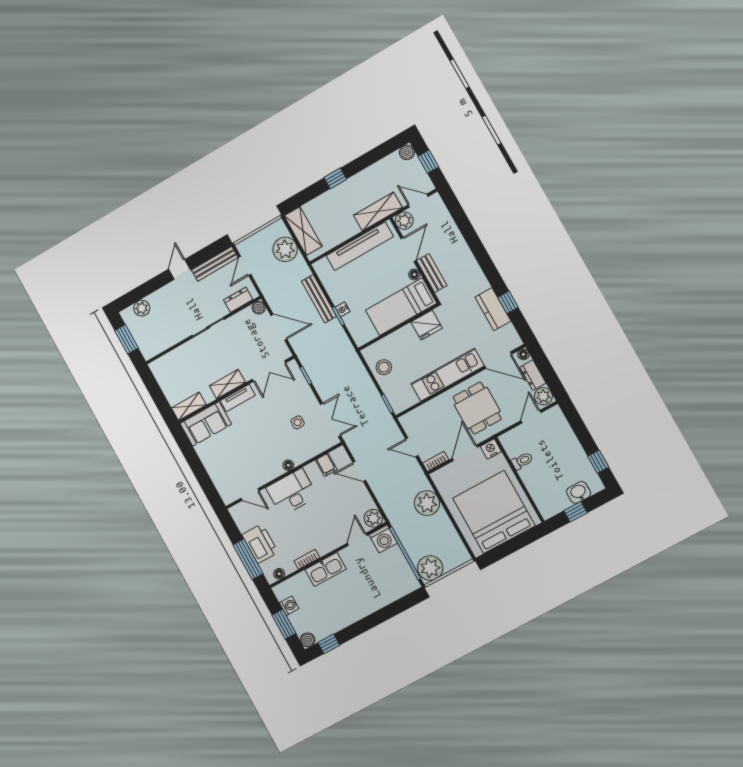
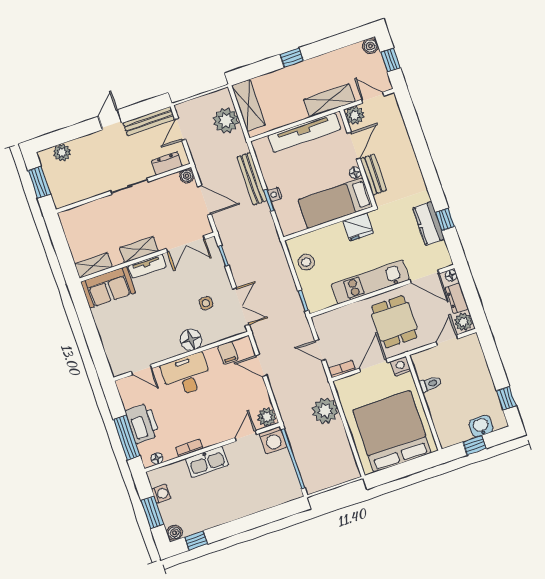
floor lamp: (288, 465) -> (191, 340), width x1.89, depth x1.89
plant: (430, 568) -> (316, 478), removed

